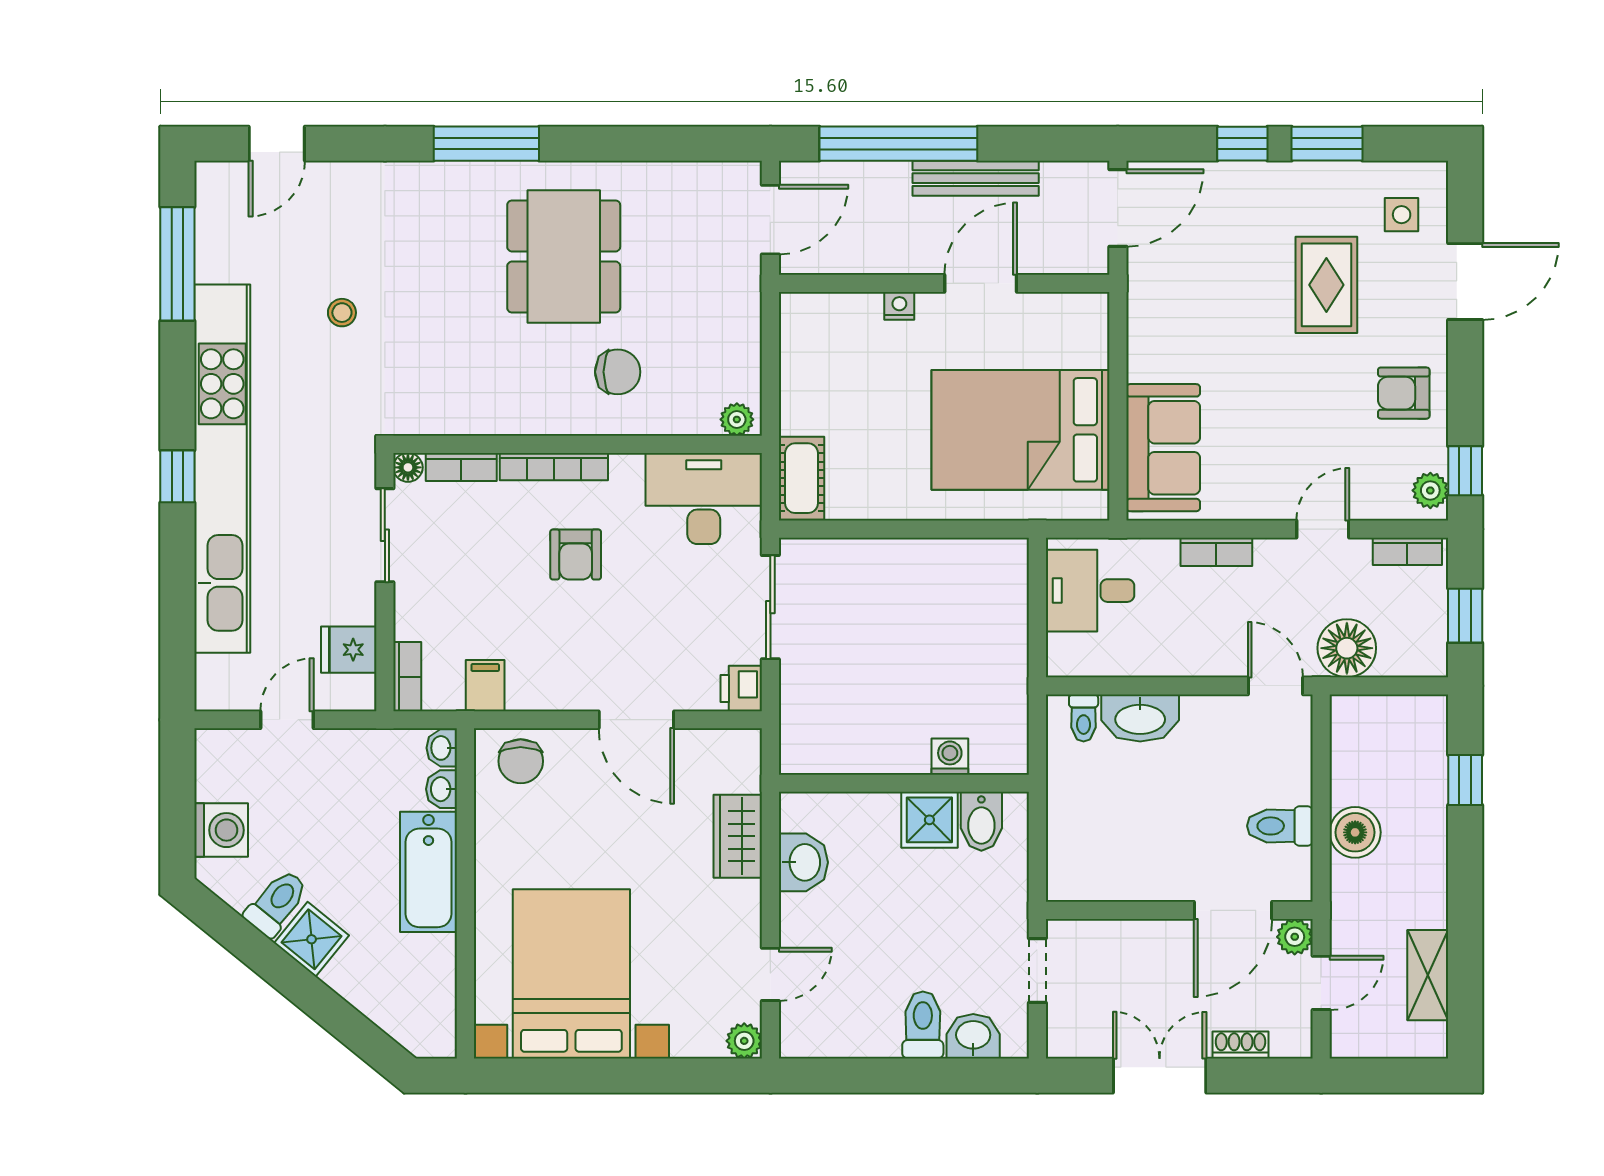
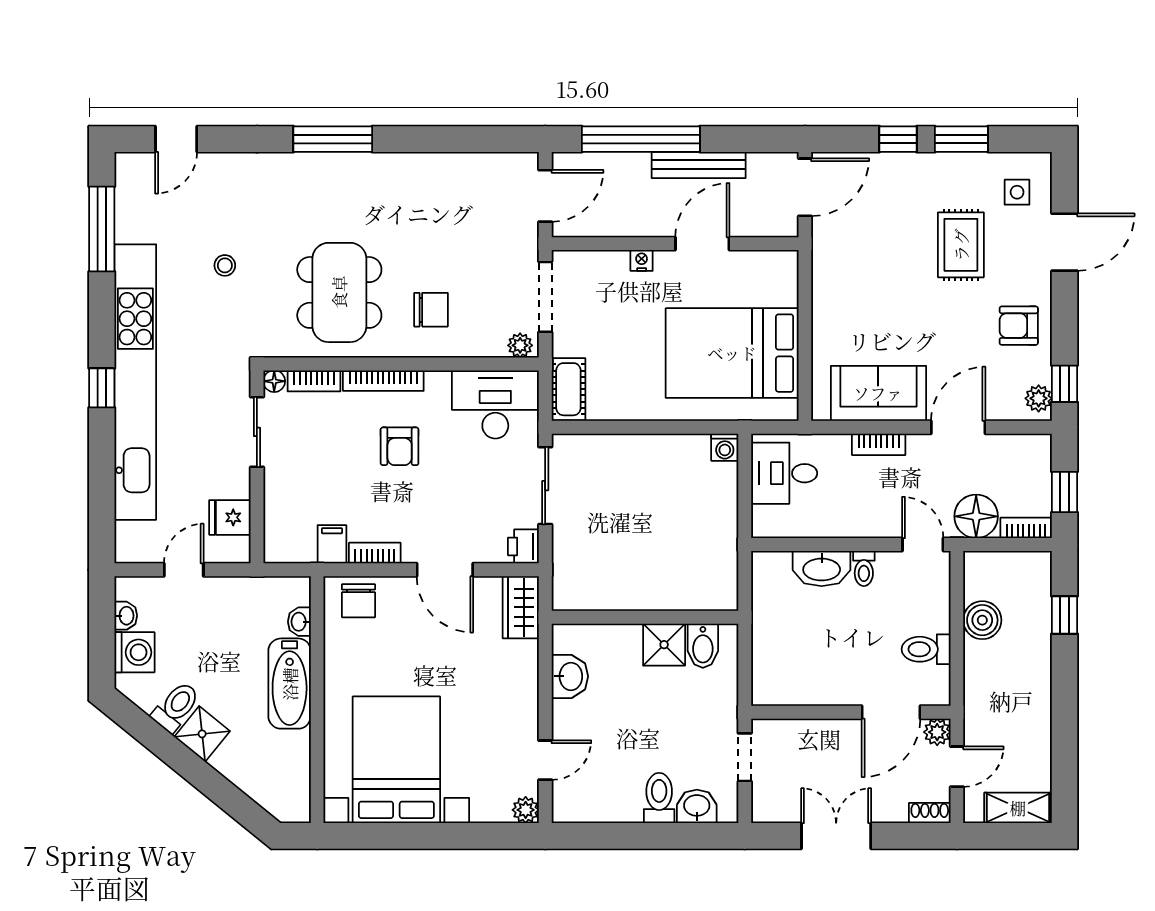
dining table: (564, 256) -> (339, 292), moved
doorway: (770, 355) -> (545, 297), added
sofa: (1163, 448) -> (878, 393), moved, turned -90
door: (1323, 529) -> (958, 427), width x1.38
bookcase: (1407, 551) -> (1026, 528), moved, turned 180
bookcase: (407, 677) -> (375, 553), moved, turned -90
toilet: (1084, 718) -> (864, 568), moved
washbasin: (442, 748) -> (126, 616), moved, turned 180
washing machine: (950, 757) -> (725, 447), moved, turned 180
boiler: (1355, 832) -> (982, 620), moved
wardrobe: (738, 836) -> (521, 607), moved
shelving: (1428, 975) -> (1018, 808), moved, turned 90
shoe rack: (1241, 1045) -> (930, 813), moved

